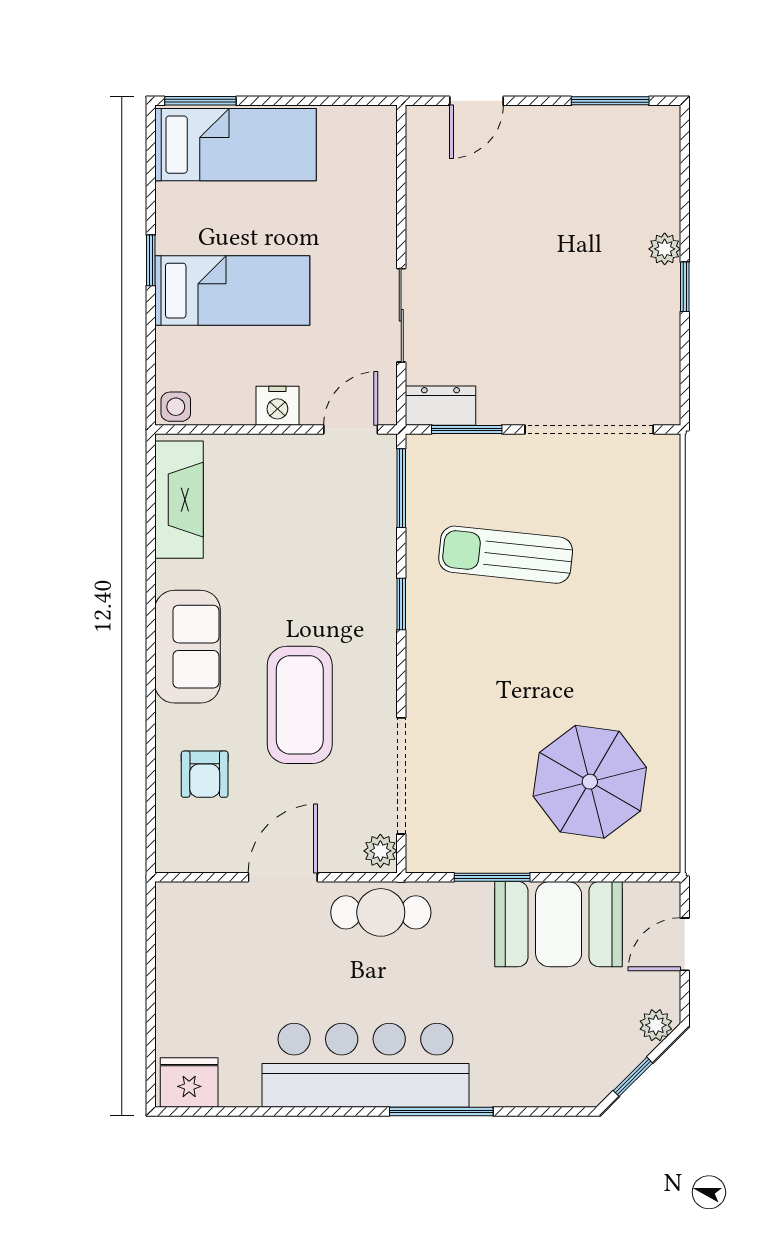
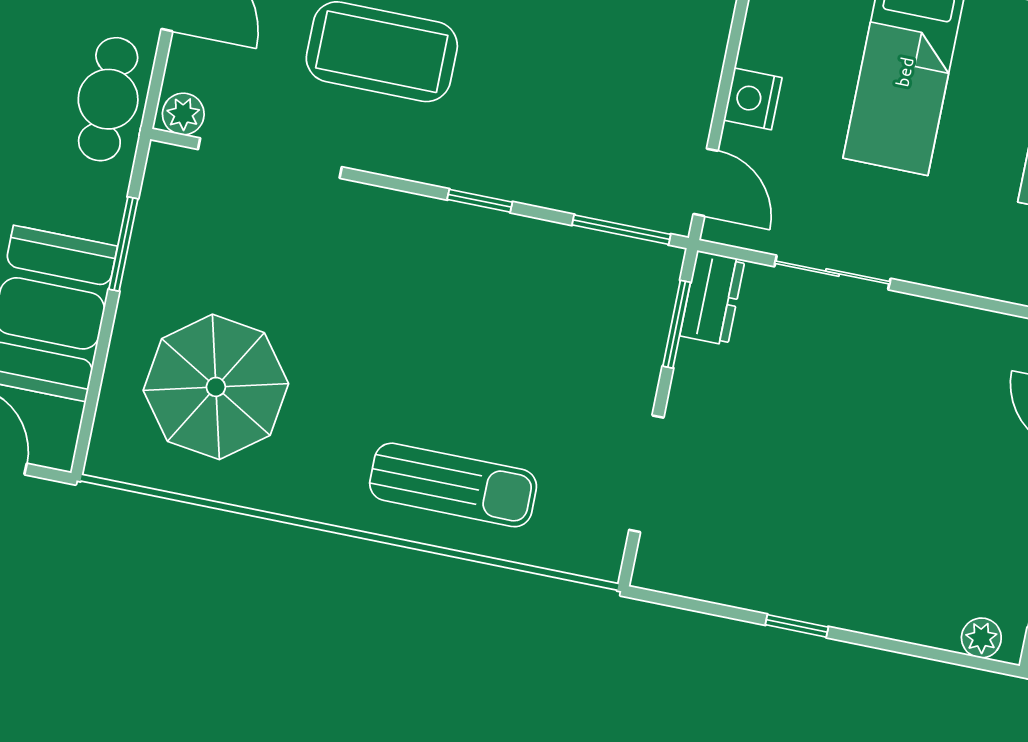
plant: (665, 249) -> (981, 638), moved
doorway: (589, 429) -> (646, 474), width x0.73
sun lounger: (506, 555) -> (453, 485), moved, turned 84

